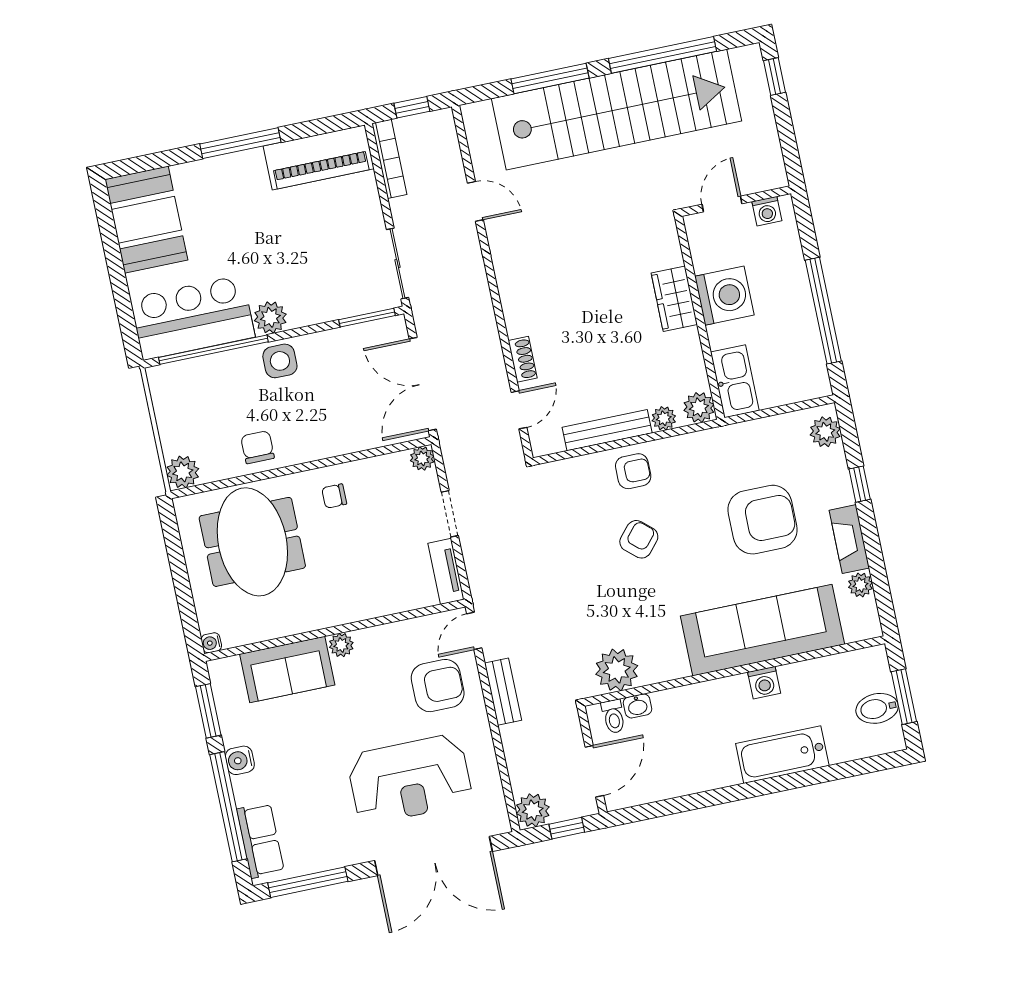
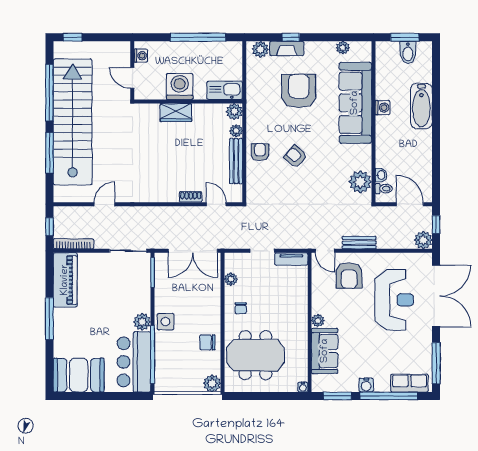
plant: (422, 458) -> (231, 279), moved
fireplace: (849, 539) -> (287, 48), moved
armchair: (438, 686) -> (349, 275), turned 180

